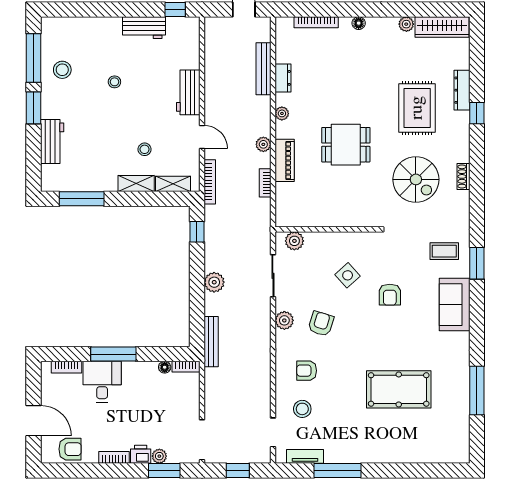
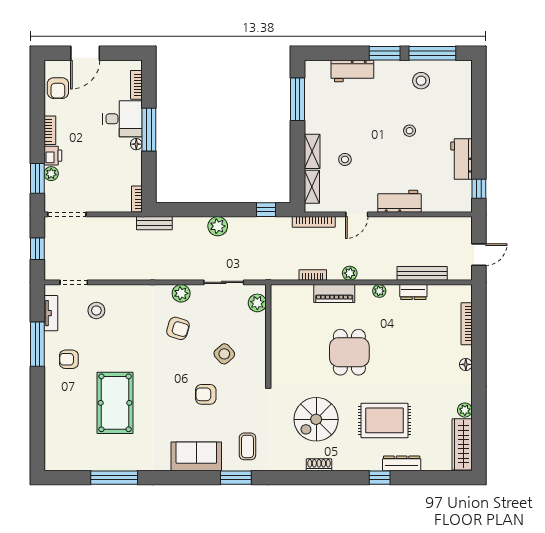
bench: (211, 342) -> (154, 223), width x0.73
floor lamp: (165, 367) -> (136, 144), moved
armchair: (307, 371) -> (69, 359), moved, turned -90

